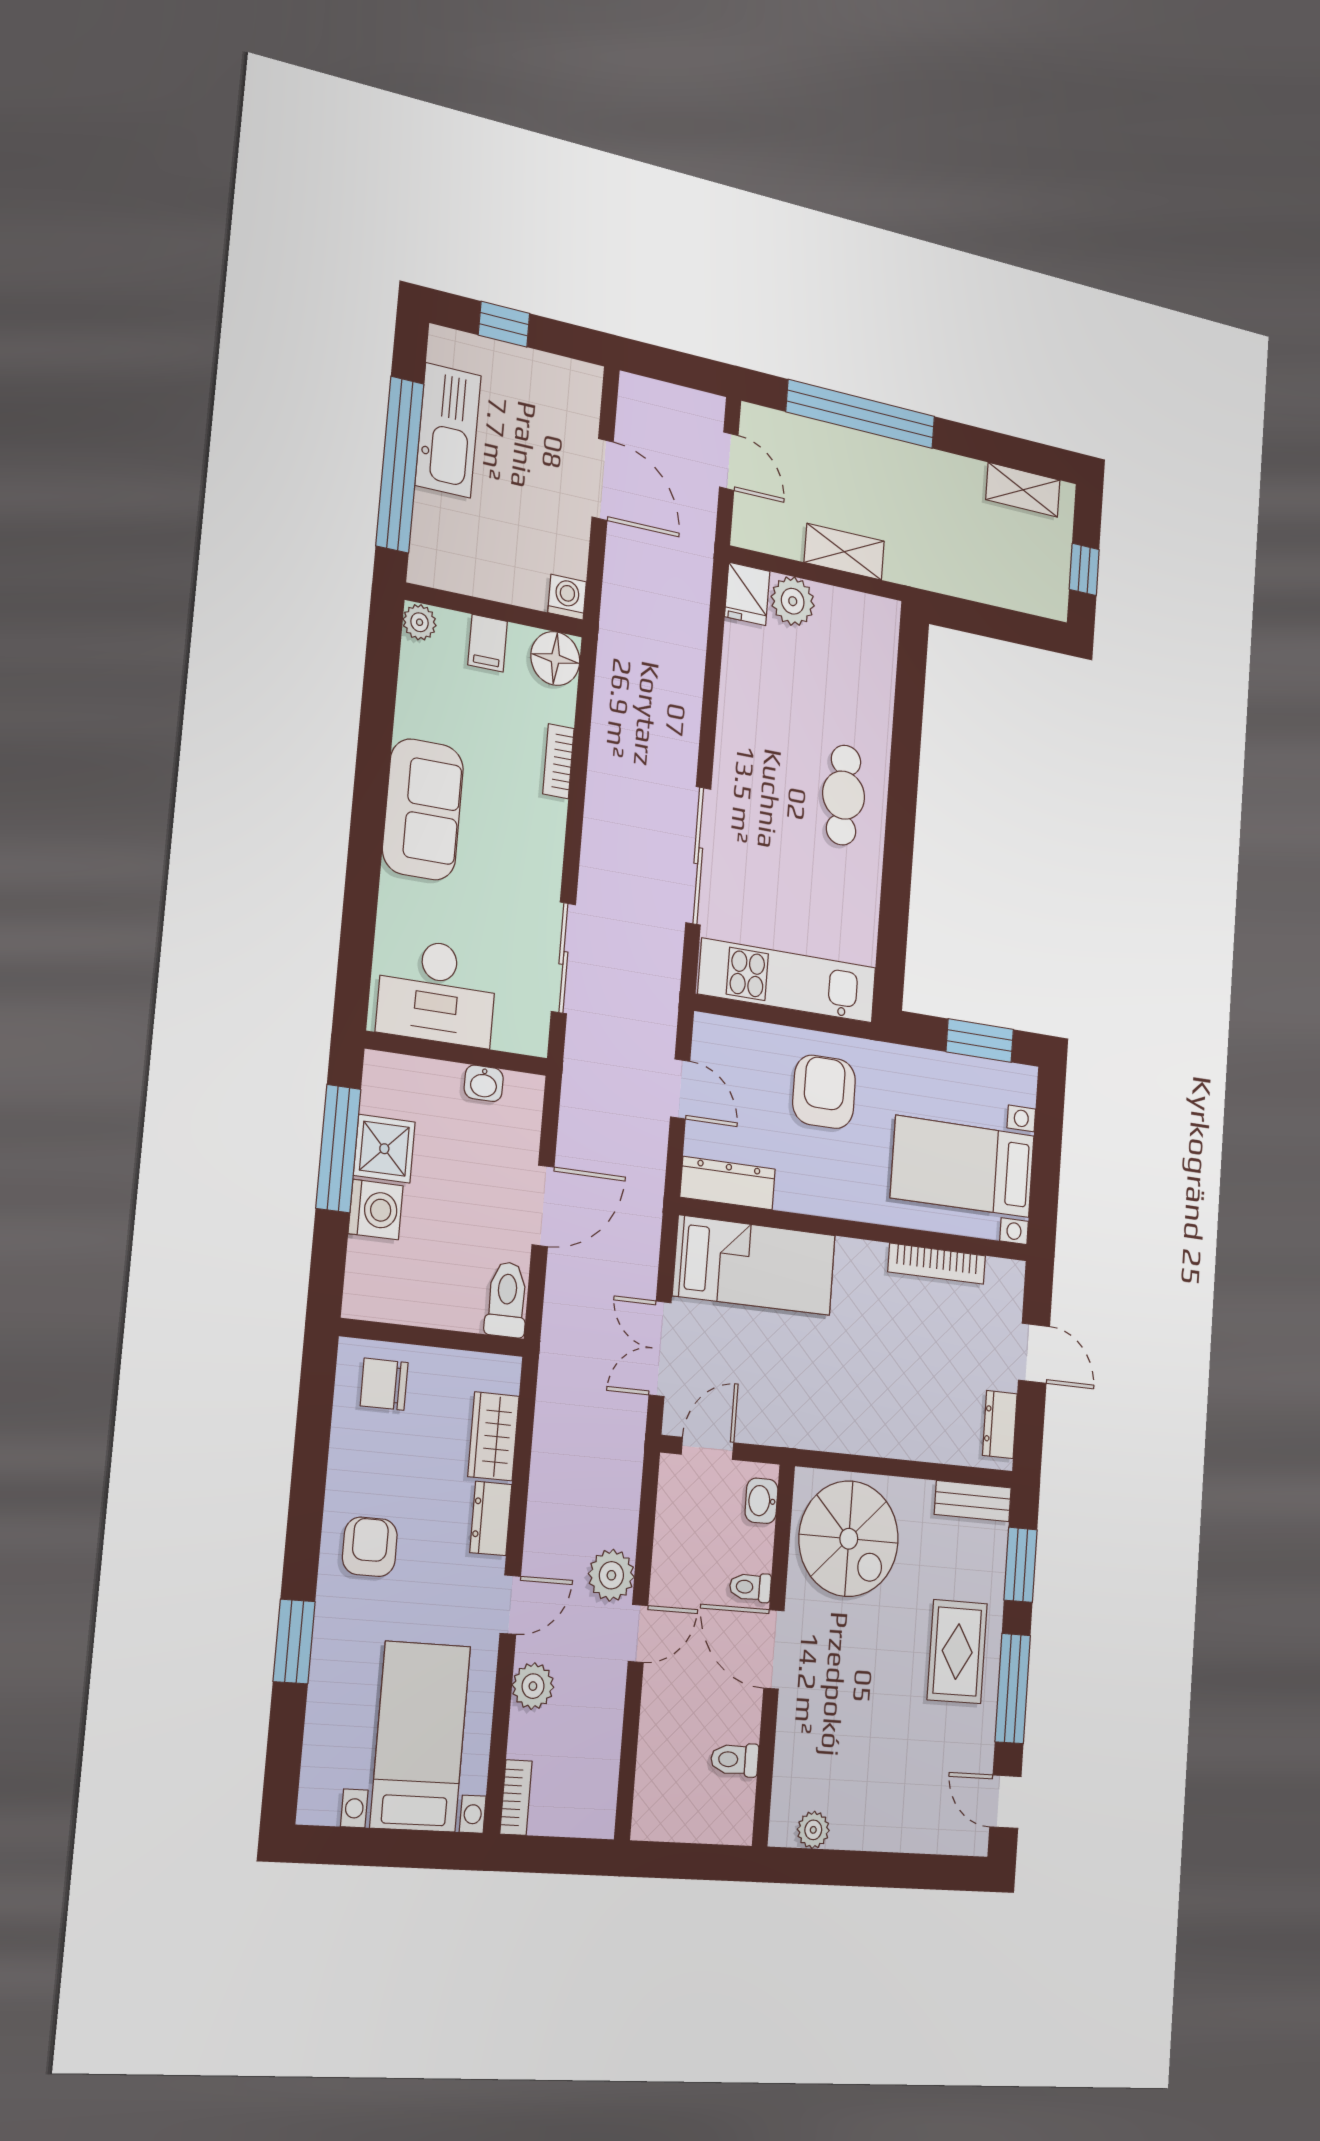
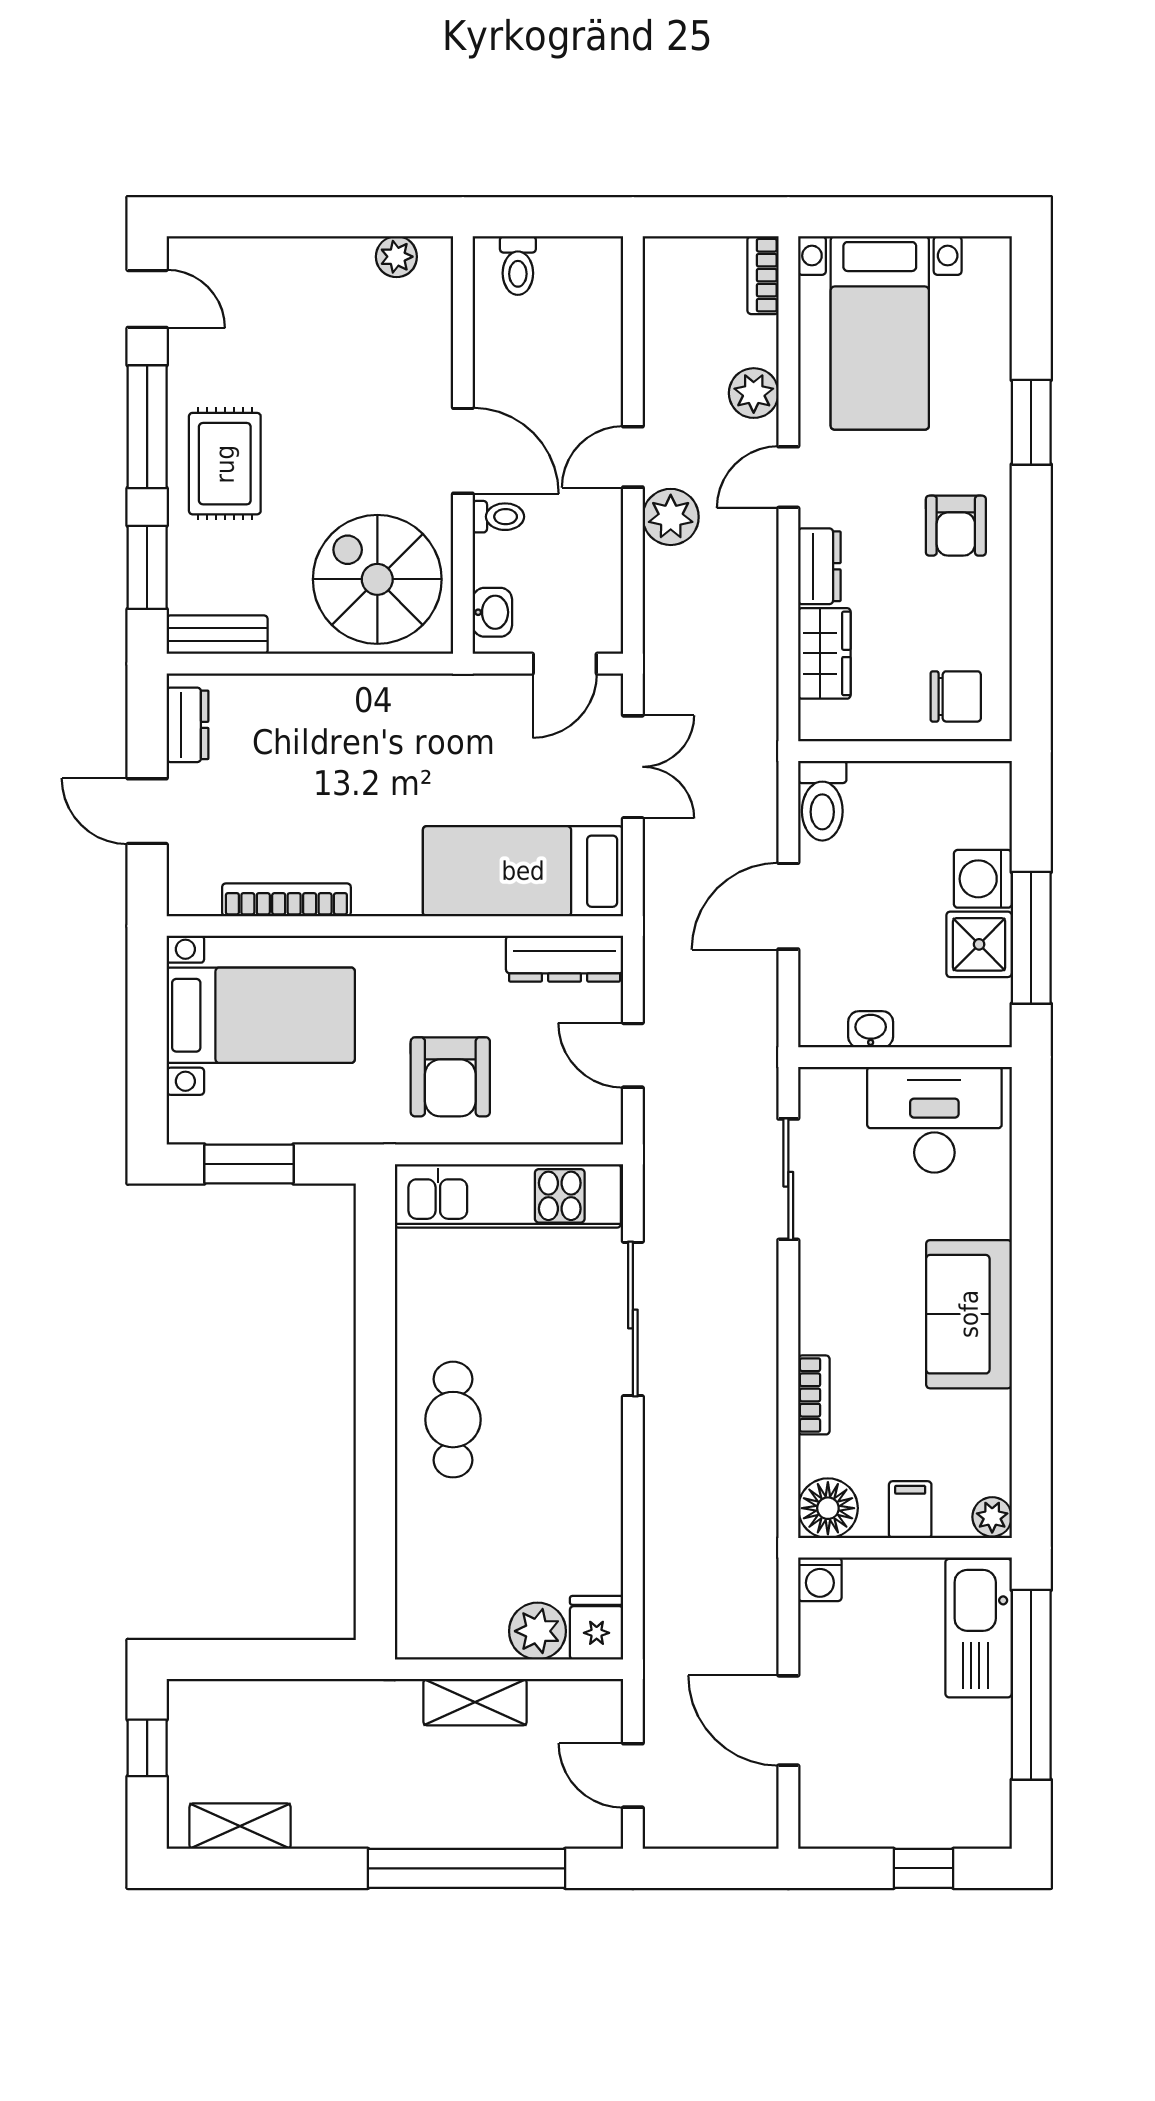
kitchen sink: (448, 430) -> (979, 1628), moved
toilet: (735, 1760) -> (518, 266), moved, turned 90

